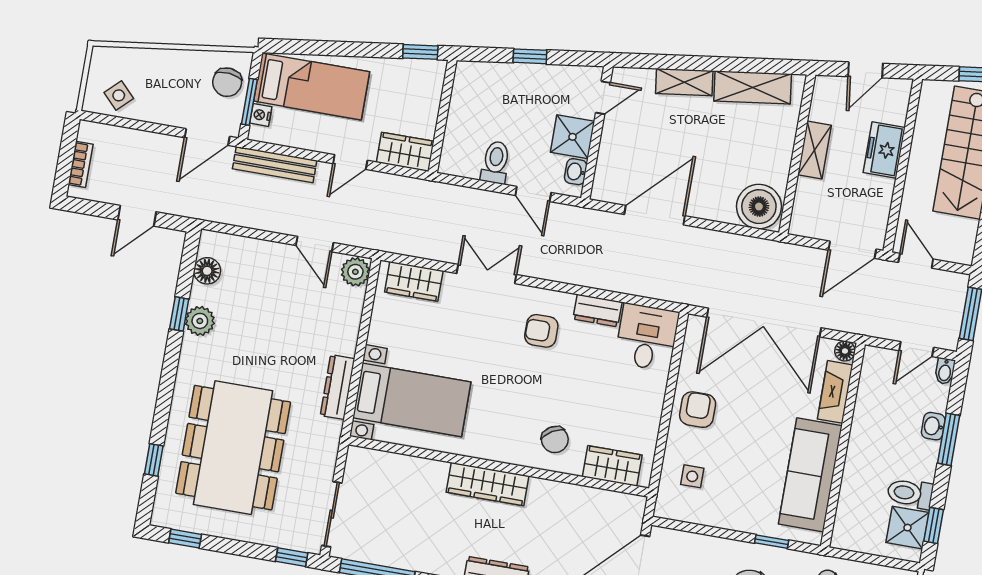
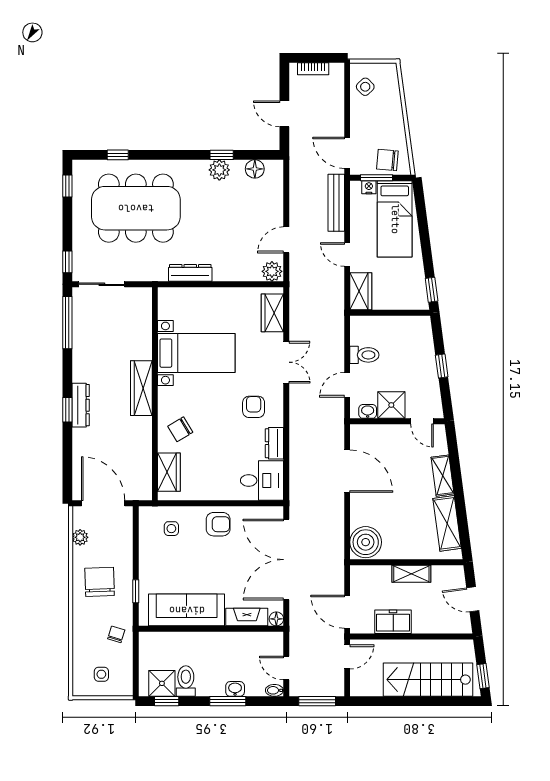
freezer: (884, 150) -> (393, 622), moved
bed with nightstands: (412, 400) -> (196, 353), moved, turned -90

